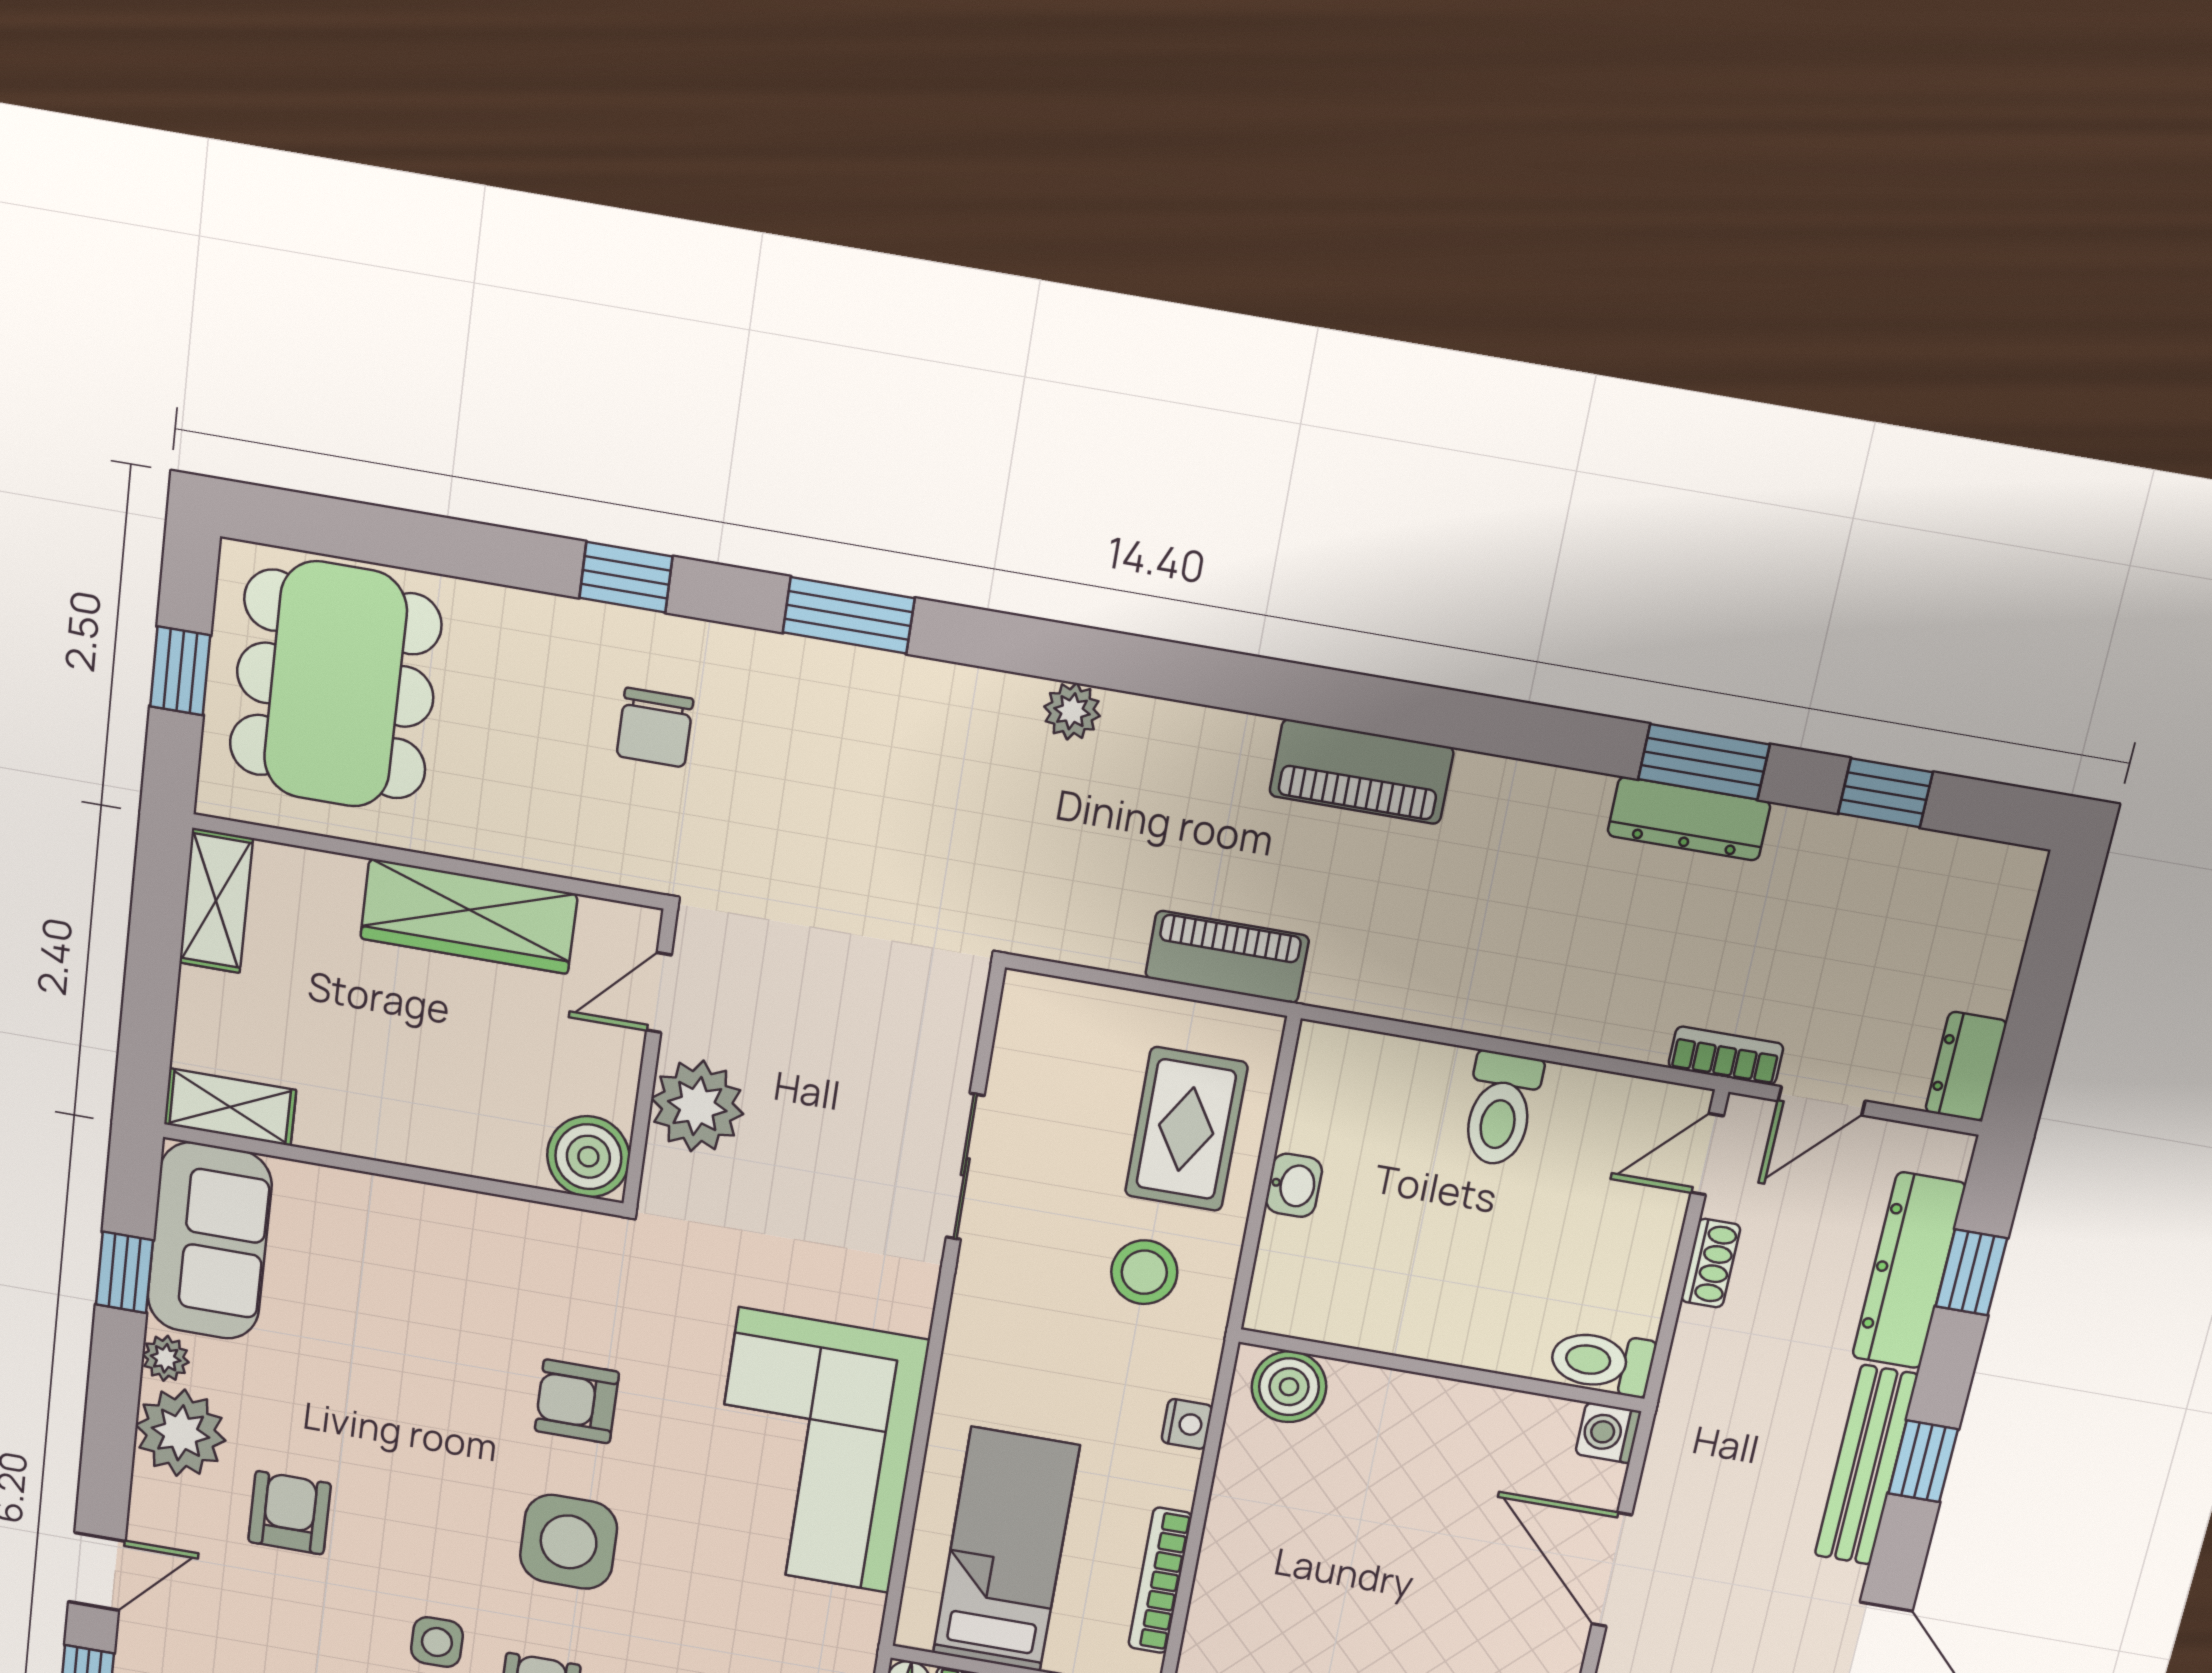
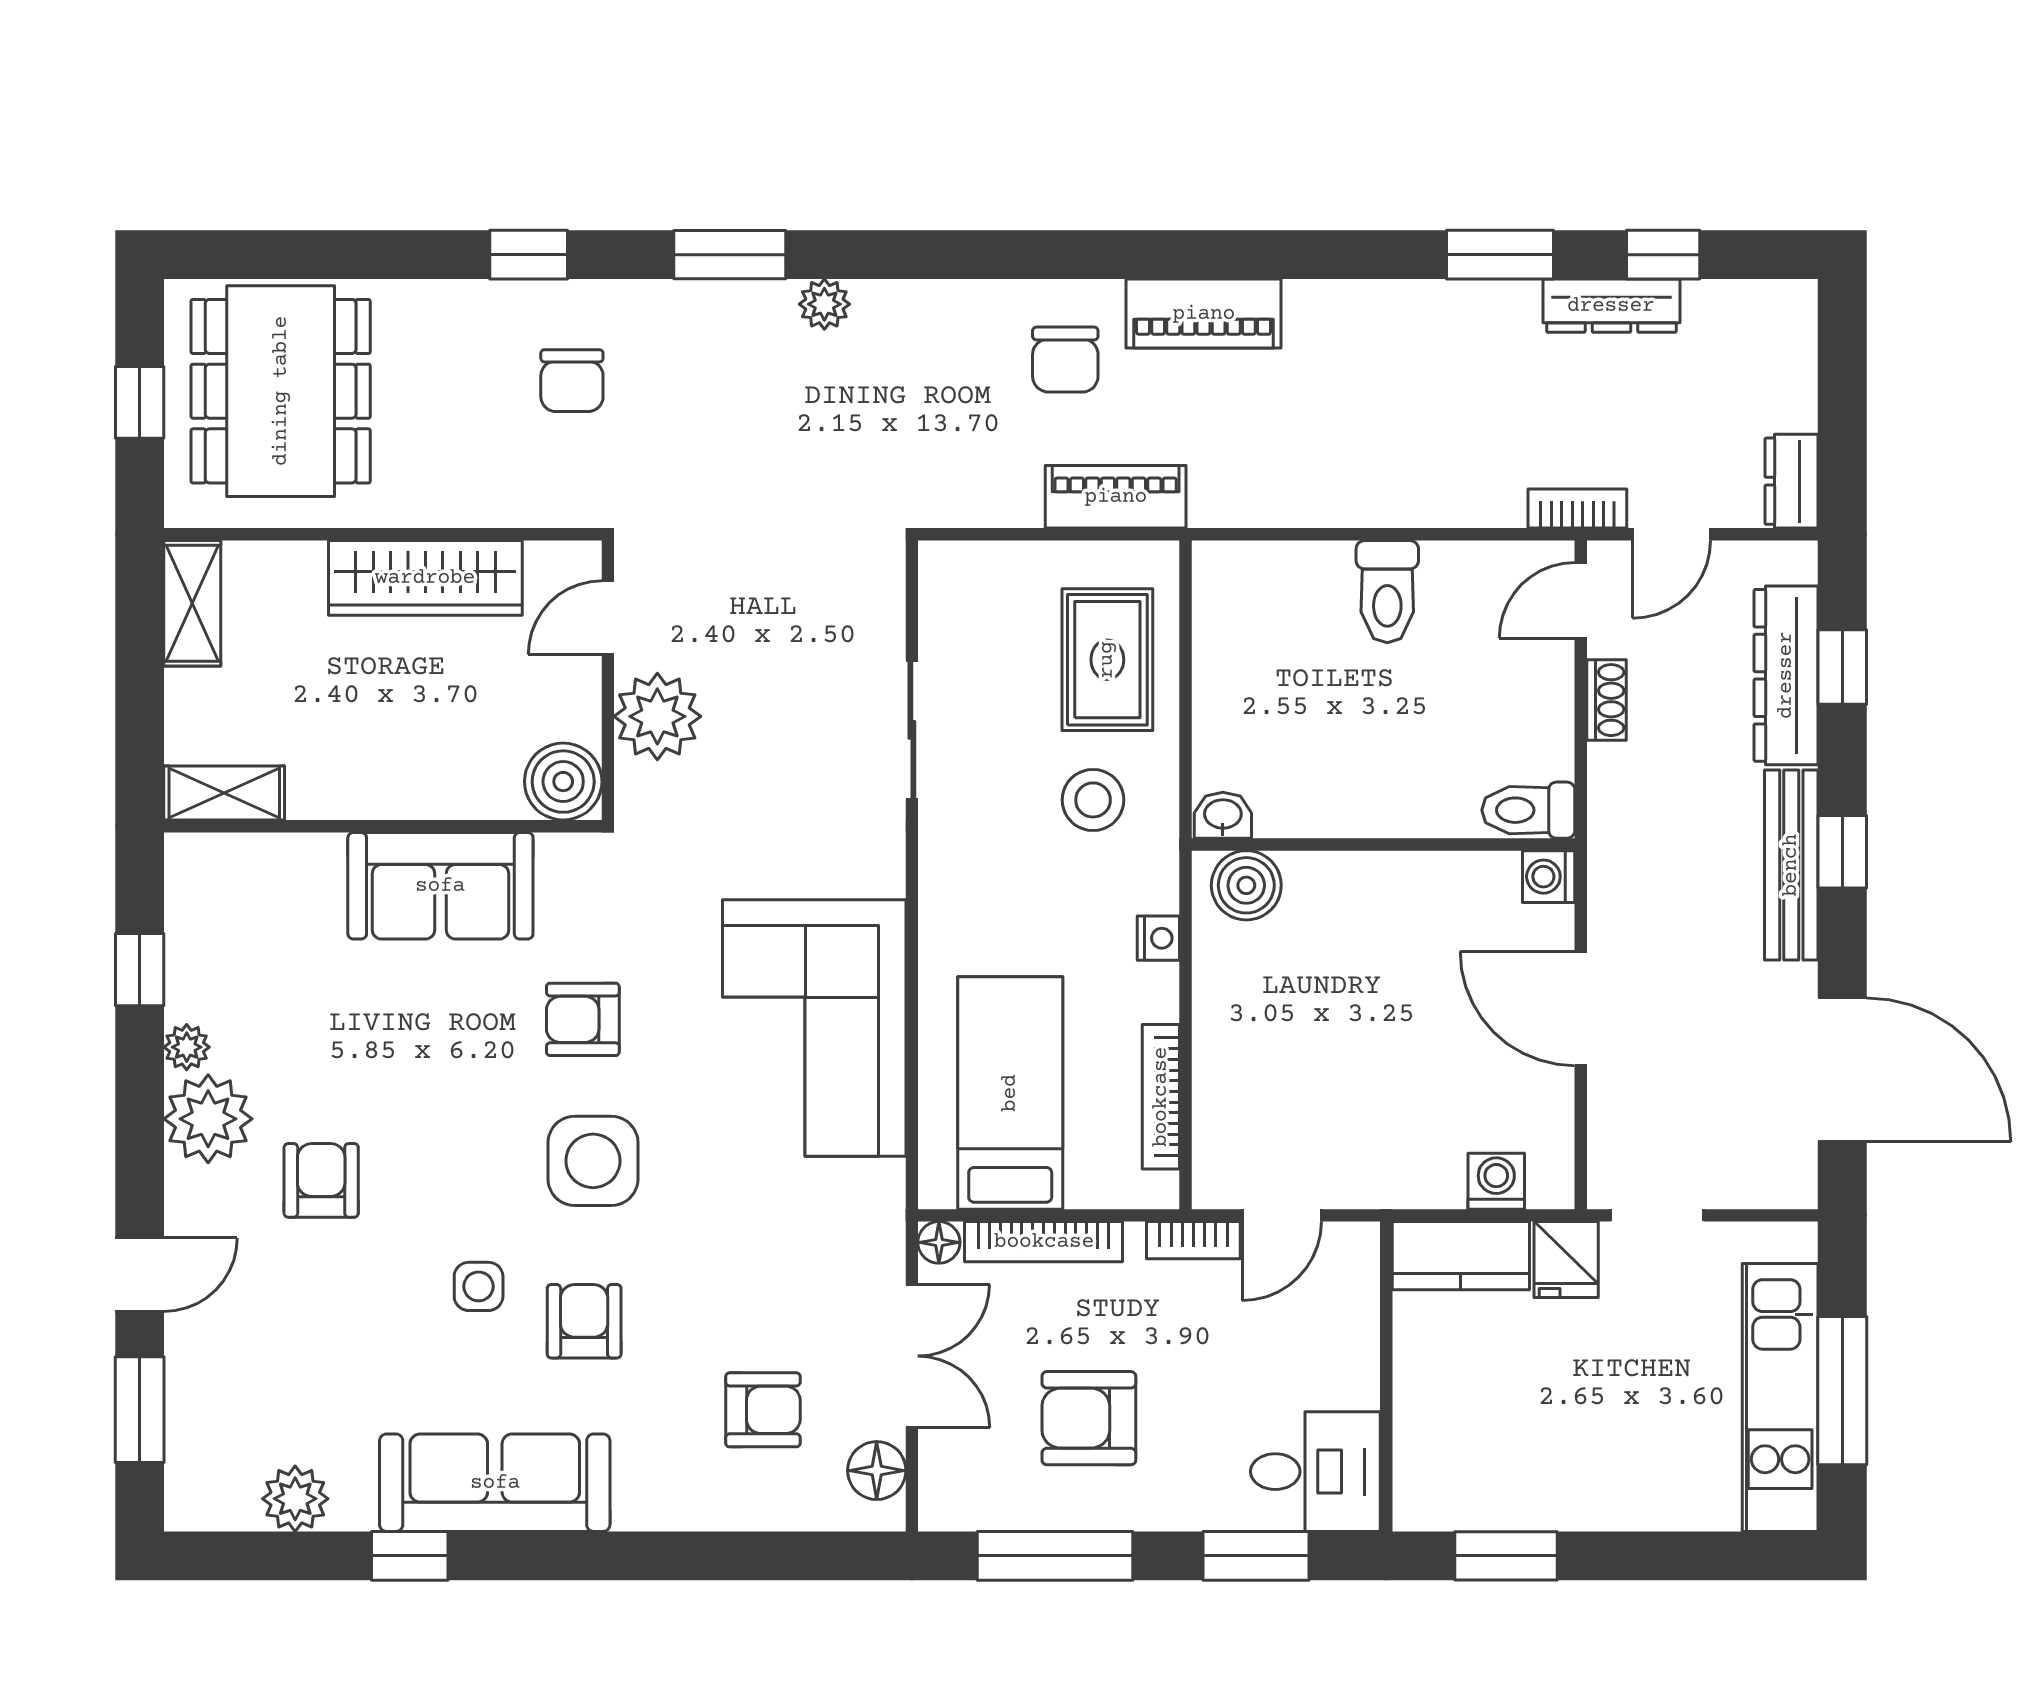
plant: (1072, 711) -> (824, 304), moved
chair: (1200, 797) -> (1065, 360), added
dresser: (1689, 819) -> (1611, 306), moved
washbasin: (1294, 1185) -> (1223, 815), moved, turned -90
sofa: (209, 1241) -> (440, 886), moved, turned 90

